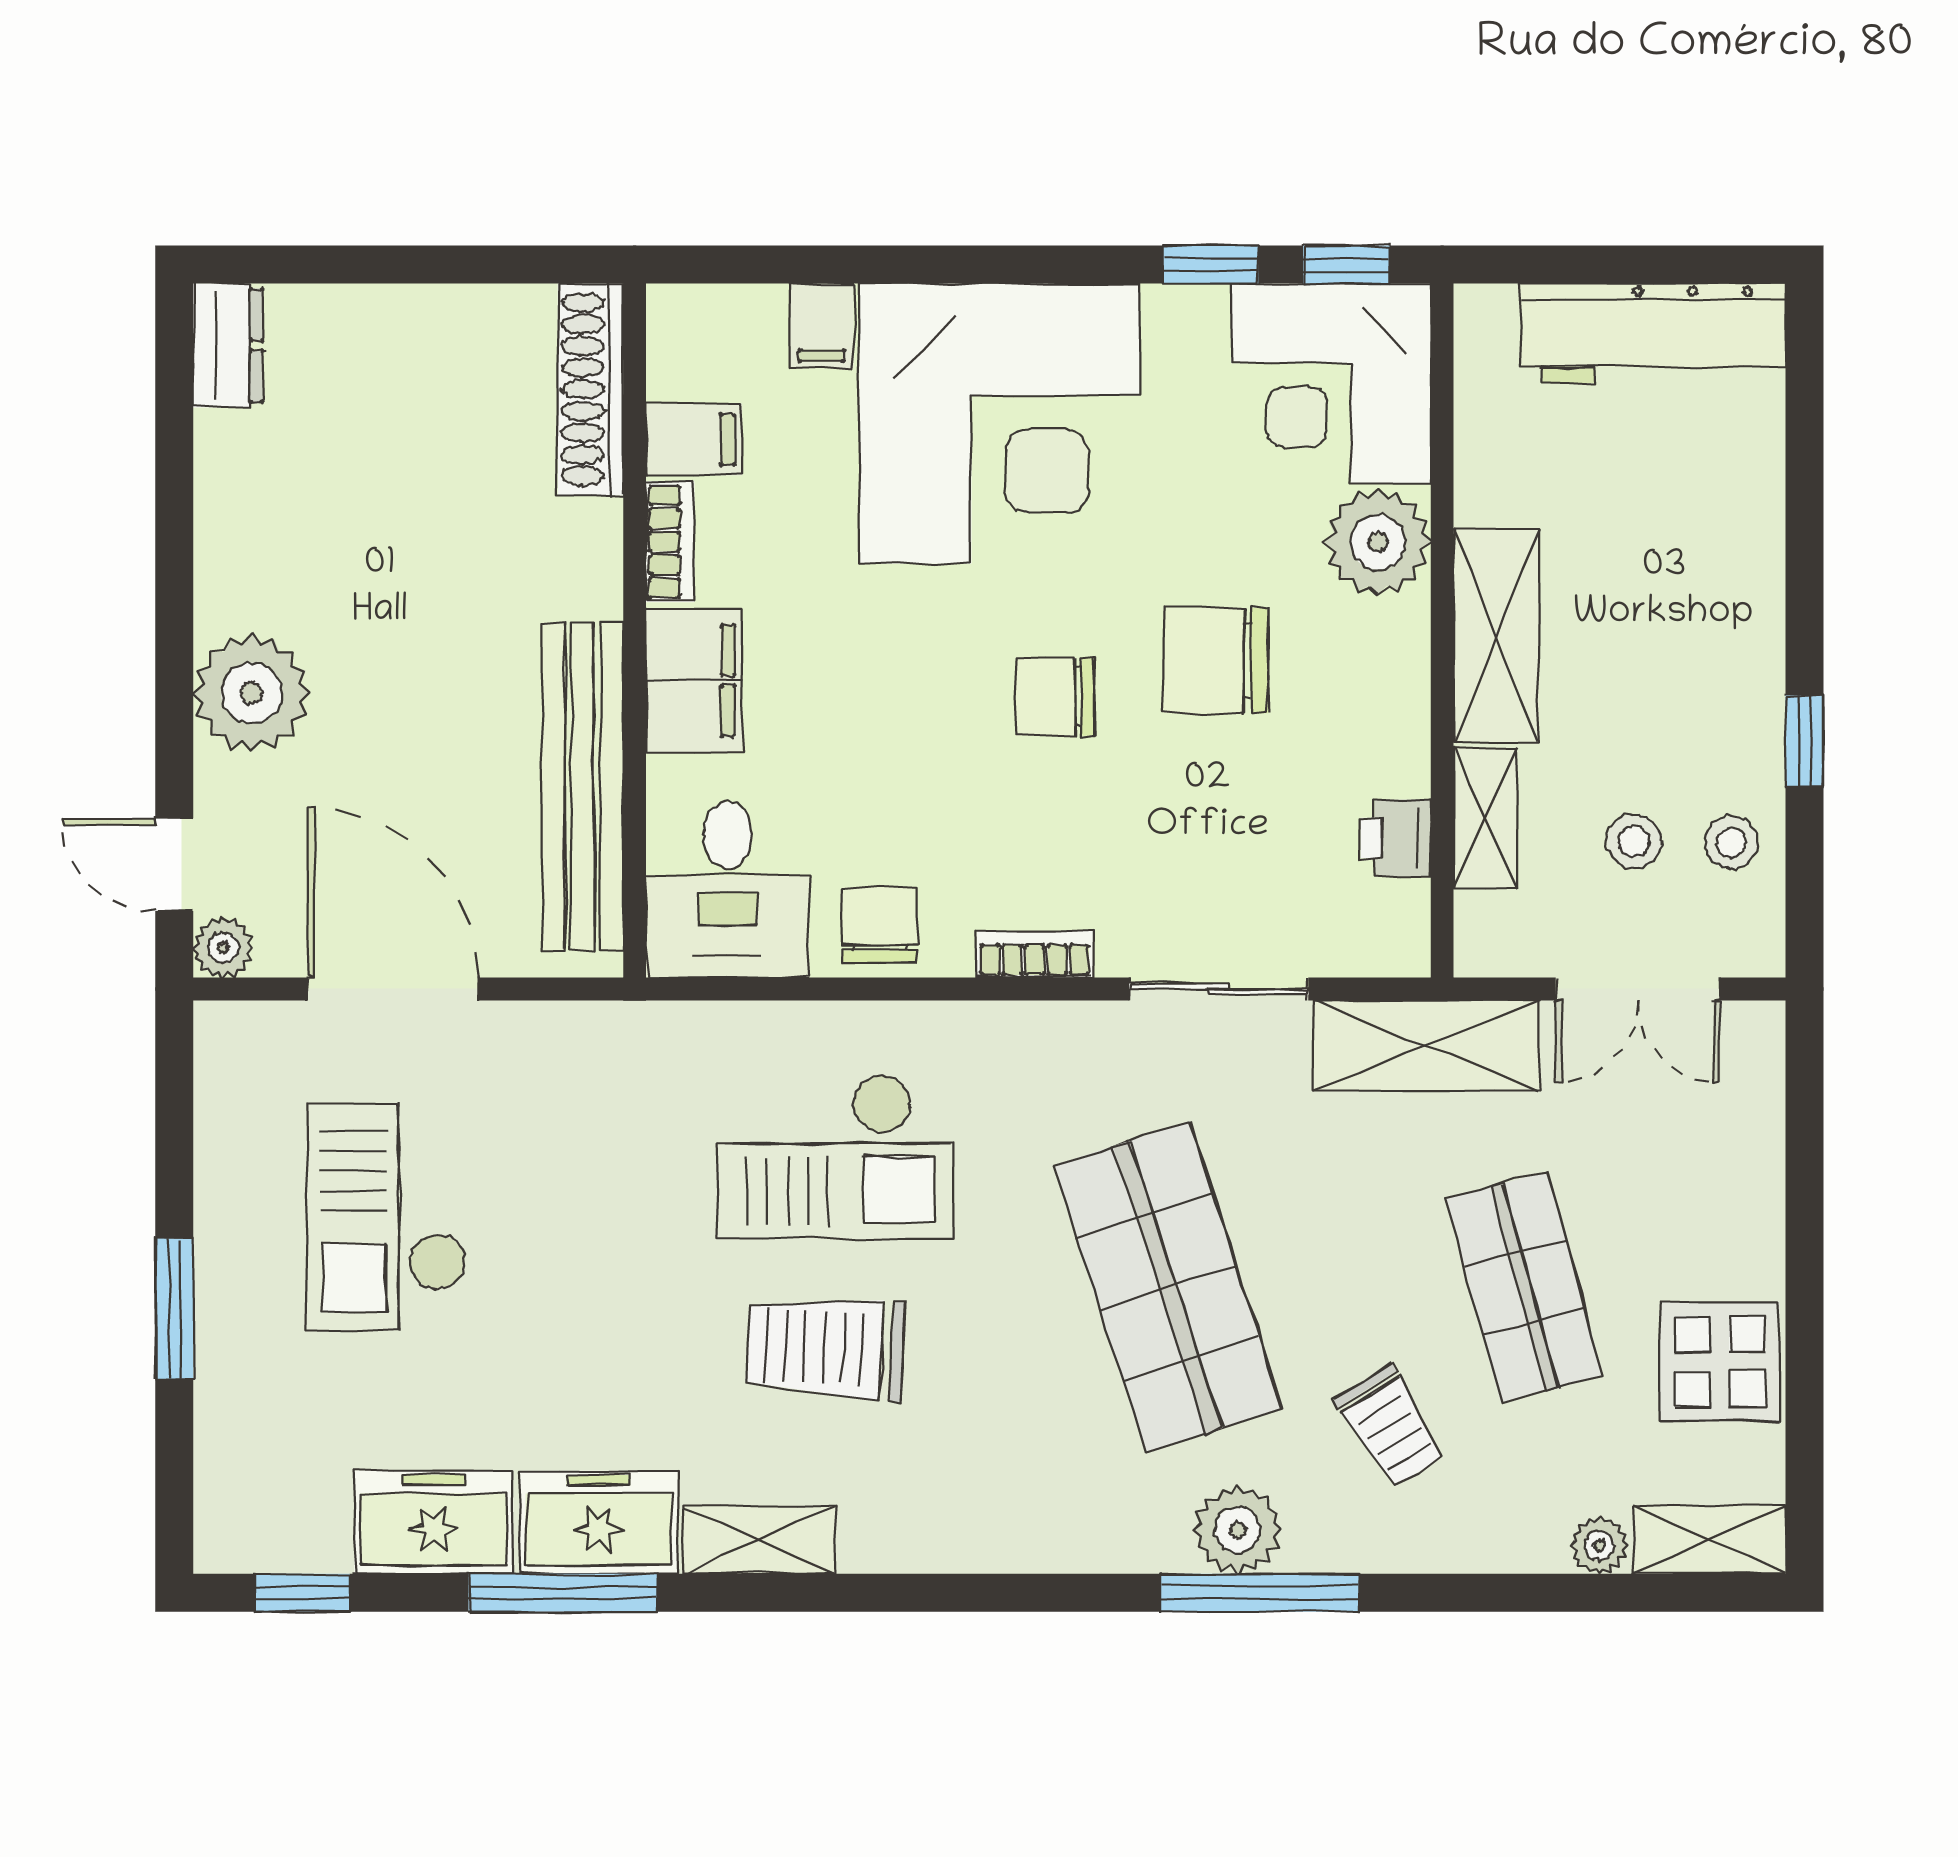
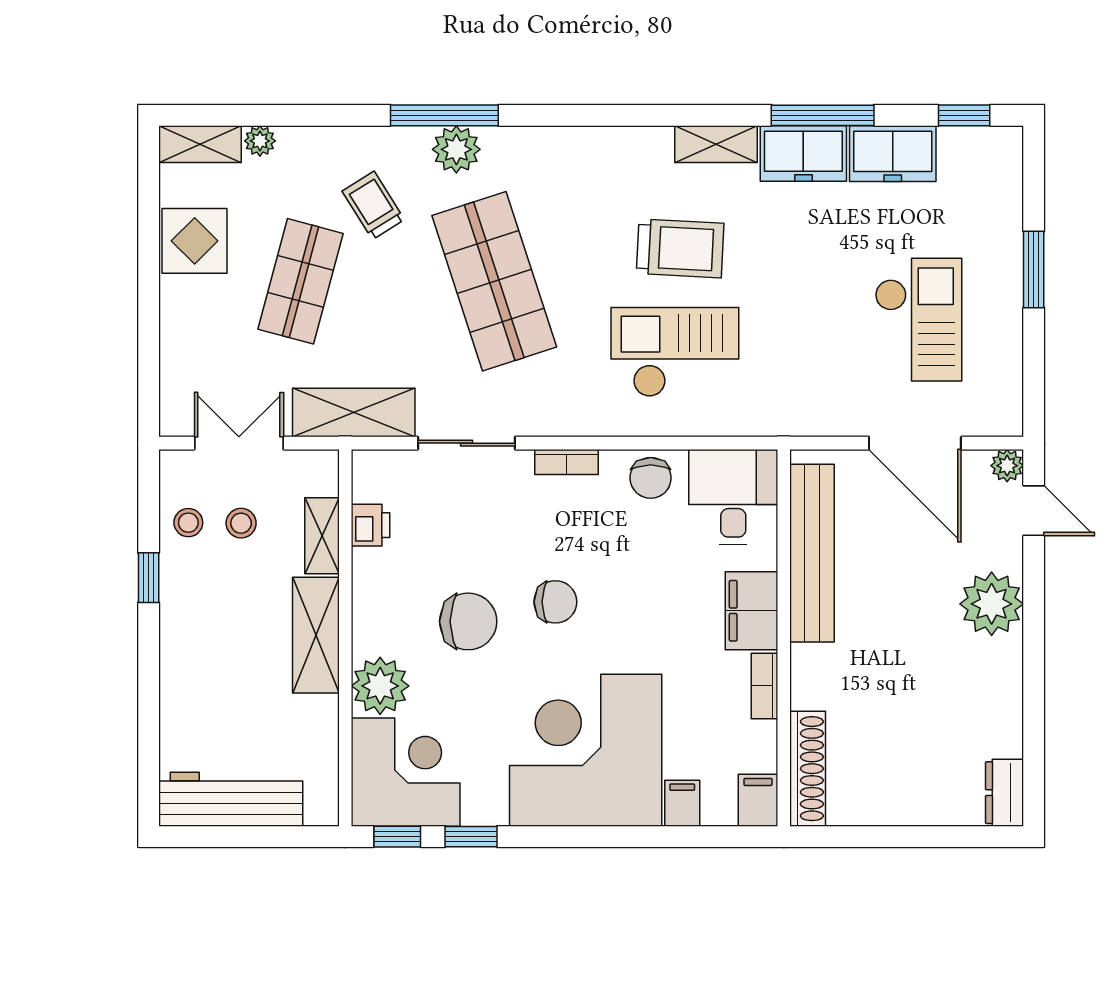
filing cabinet: (694, 439) -> (758, 800), moved, turned 90
shop shelf: (1525, 1287) -> (301, 281), turned 30

